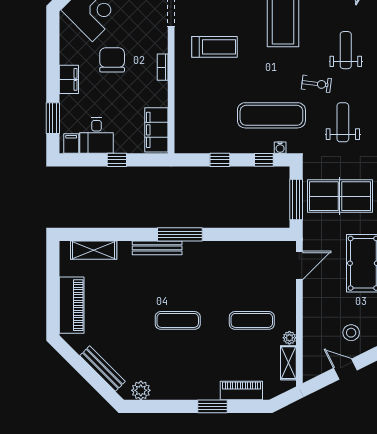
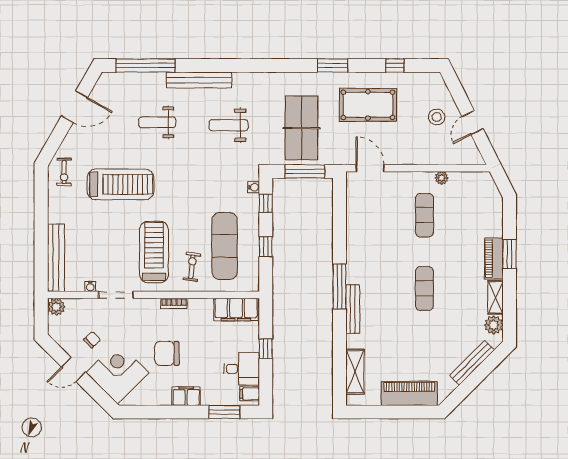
treadmill: (214, 47) -> (154, 252), width x1.37, depth x1.38
exercise bike: (316, 84) -> (192, 267), moved
exercise mat: (271, 115) -> (225, 246), moved
shelving: (288, 363) -> (495, 297), moved, turned 90
piano: (241, 391) -> (494, 259), moved

